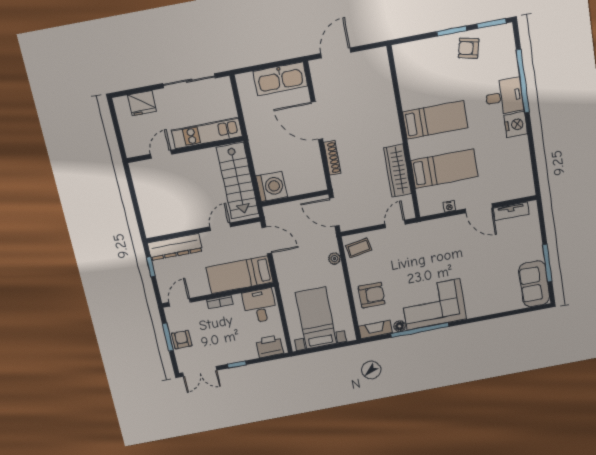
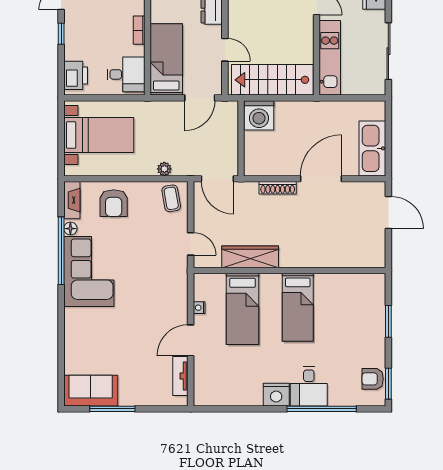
window: (452, 31) -> (388, 321), moved
armchair: (469, 48) -> (373, 379), moved, turned -103
door: (334, 212) -> (217, 179), swing flipped

